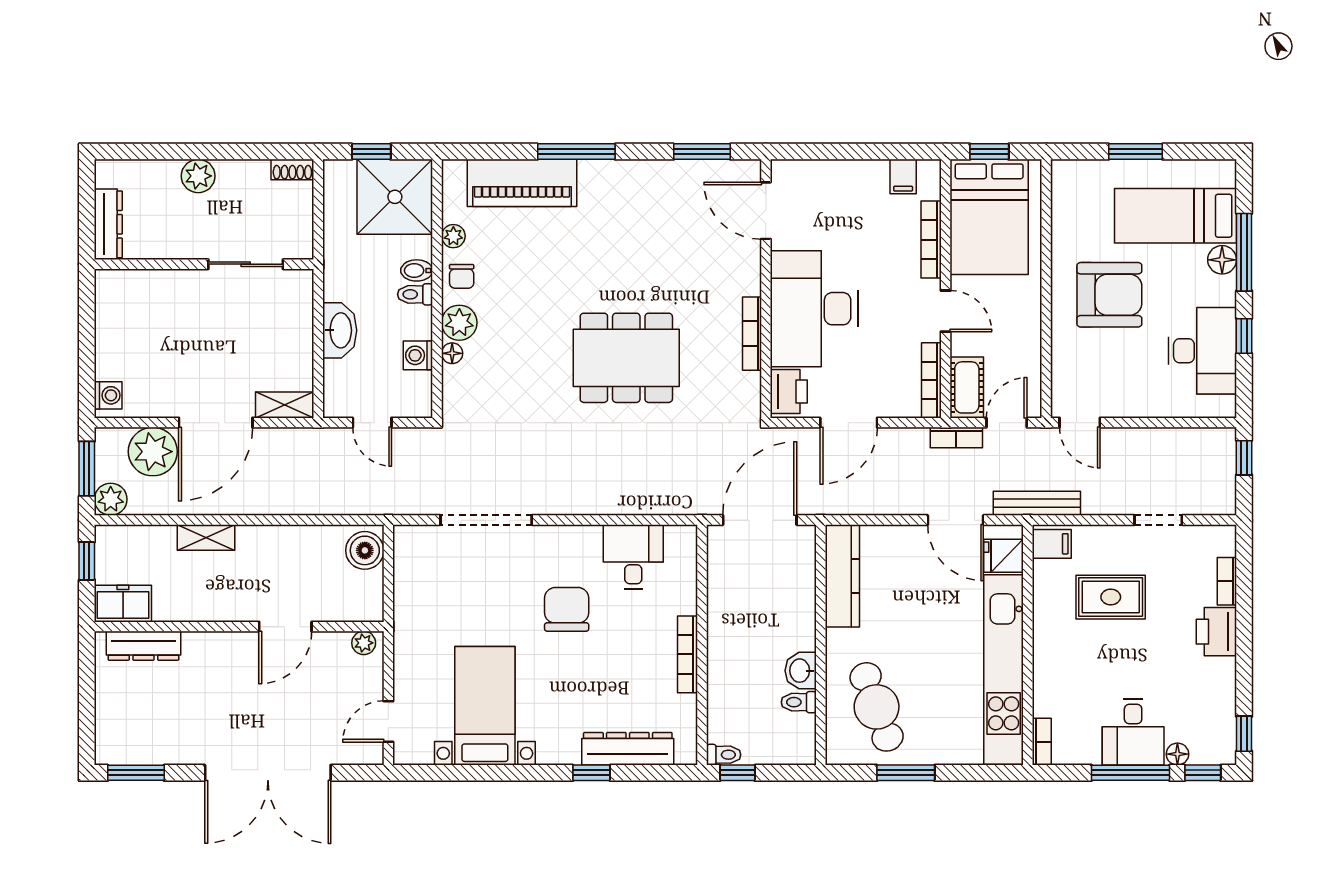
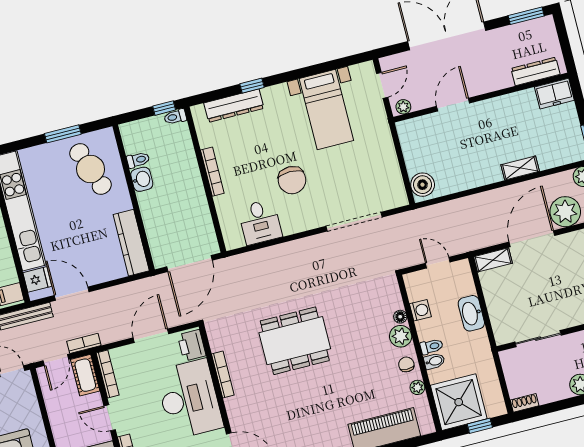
freezer: (123, 604) -> (554, 94), moved
wall: (239, 627) -> (481, 98), moved
door: (285, 627) -> (453, 105), moved
plant: (364, 643) -> (403, 107), moved
dresser: (143, 646) -> (535, 71), moved

